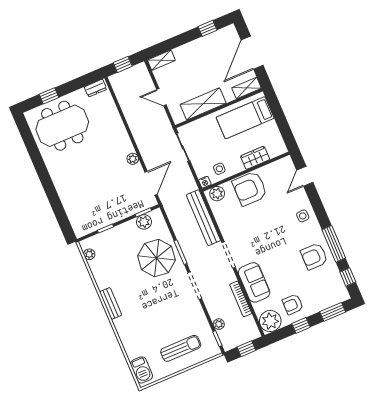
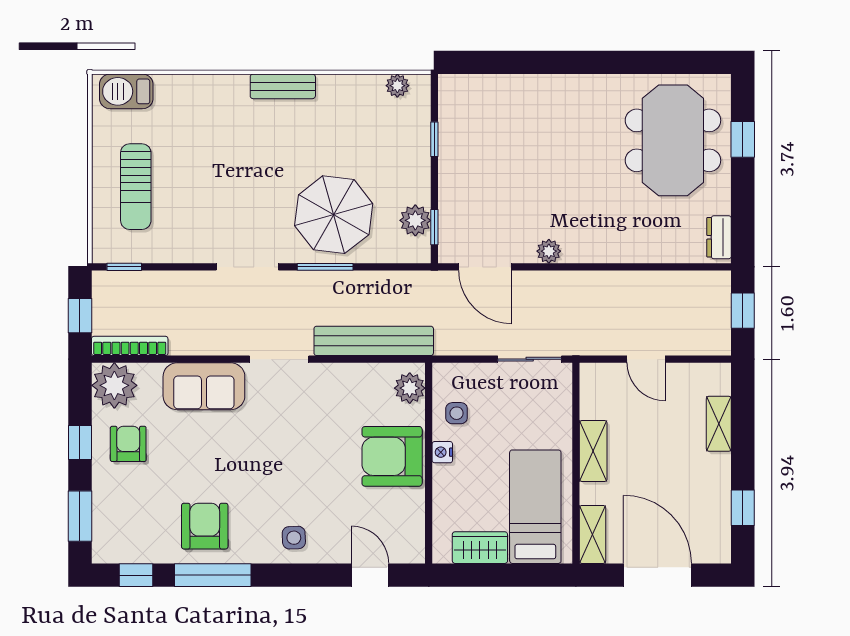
shelving: (161, 60) -> (719, 424), moved
door: (161, 97) -> (646, 359), swing flipped
shelving: (203, 104) -> (593, 451), width x0.67, depth x0.75
wardrobe: (255, 158) -> (480, 548), moved, turned -90
nightstand: (205, 182) -> (442, 452), moved
armchair: (250, 189) -> (392, 456), turned -90
bookcase: (241, 299) -> (130, 346), moved
plant: (219, 324) -> (152, 282), removed

